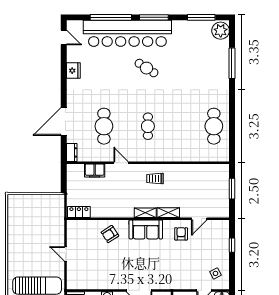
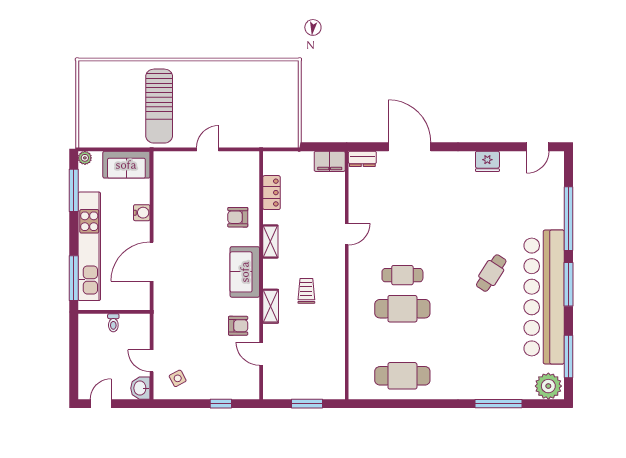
bar counter: (127, 33) -> (544, 297), moved
cafe table: (104, 126) -> (402, 309), moved
filing cabinet: (95, 170) -> (330, 161), moved, turned -90
trolley: (155, 178) -> (306, 291), moved
locker: (79, 212) -> (272, 193), moved
shelving: (145, 213) -> (270, 242), moved
armchair: (110, 234) -> (238, 217), turned -57

